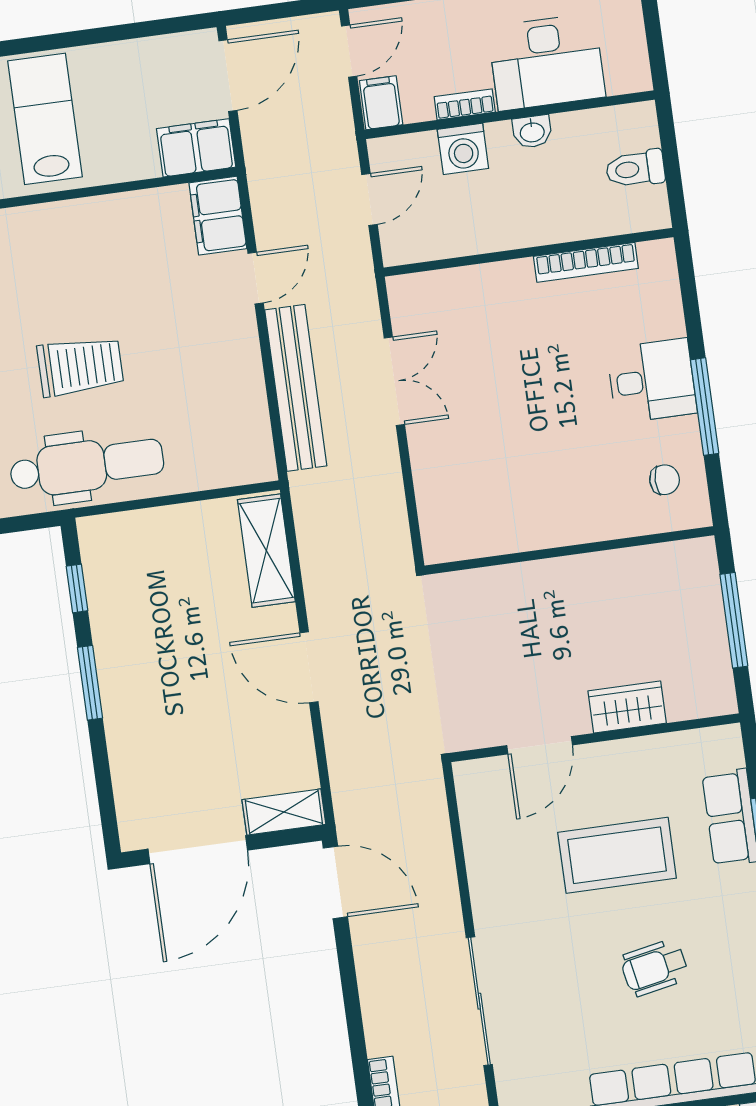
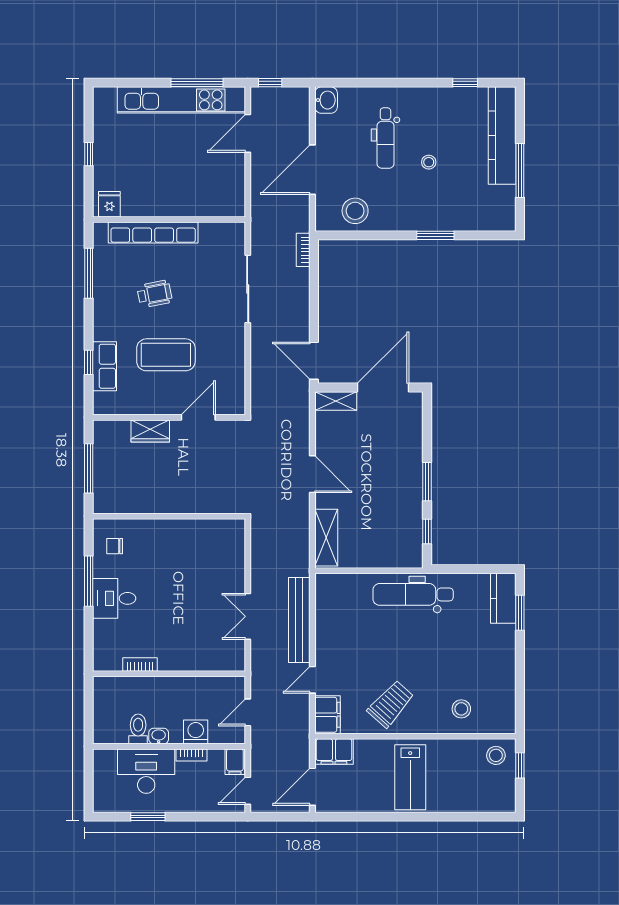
toilet: (635, 169) -> (138, 729), moved, turned -90
bookcase: (586, 262) -> (140, 664), width x0.64
trolley: (80, 366) -> (391, 704), moved, turned 132

